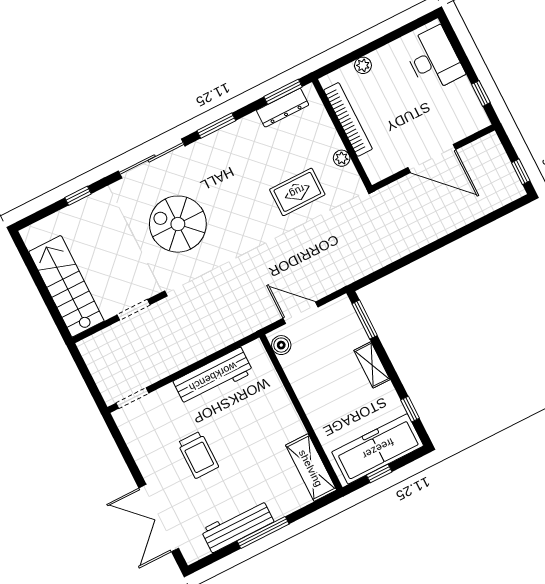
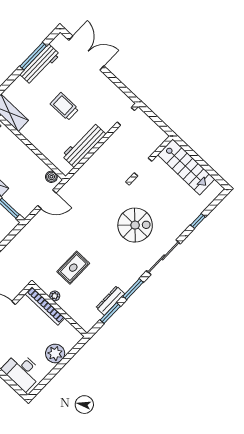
plant: (363, 65) -> (55, 353), width x1.87, depth x1.87
window: (283, 92) -> (110, 313), moved
dresser: (283, 108) -> (110, 301), moved
bookcase: (348, 119) -> (45, 306), moved
trolley: (198, 455) -> (64, 107), moved
window: (263, 532) -> (33, 56), moved

